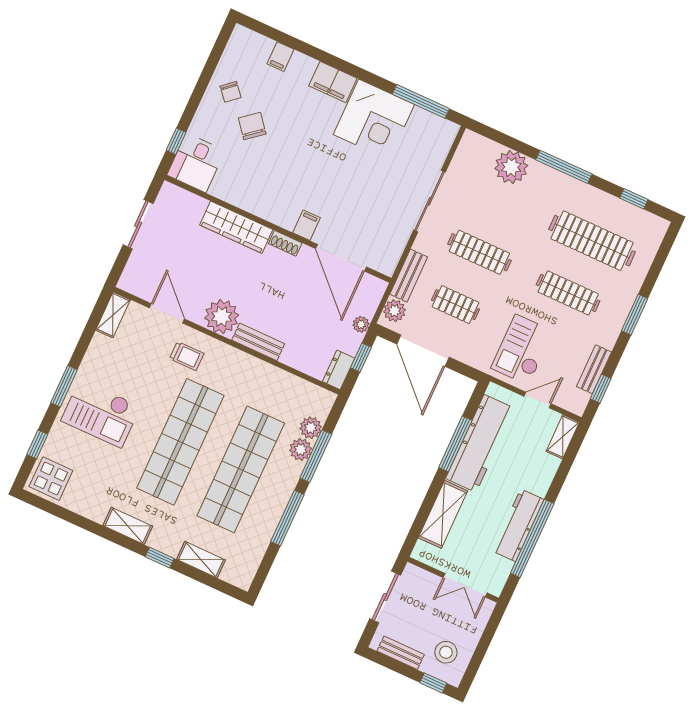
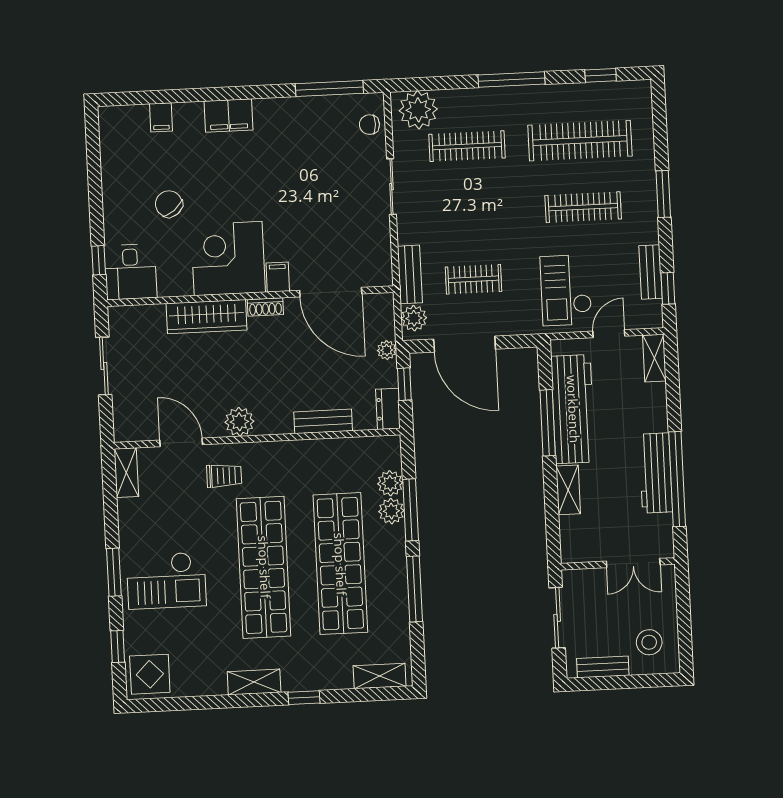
chair: (231, 92) -> (369, 125), moved, turned 133
corner desk: (374, 120) -> (228, 259), moved, turned 180
plant: (511, 167) -> (418, 110), moved
sliding door: (429, 201) -> (391, 187), width x0.73
clothes rail: (479, 252) -> (467, 146), moved
plant: (222, 317) -> (239, 422), width x0.73, depth x0.73
bench: (258, 342) -> (323, 421), moved
shelving: (443, 514) -> (568, 490), width x0.67, depth x0.75
shelving: (201, 560) -> (380, 676), moved
window: (433, 683) -> (652, 681), removed

